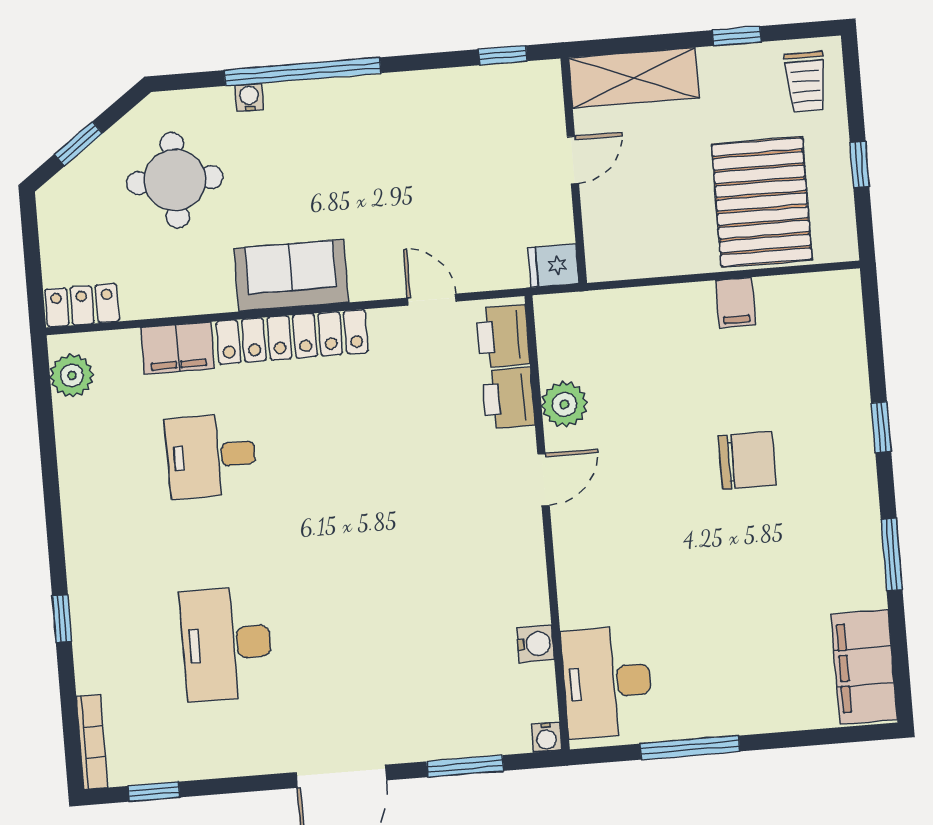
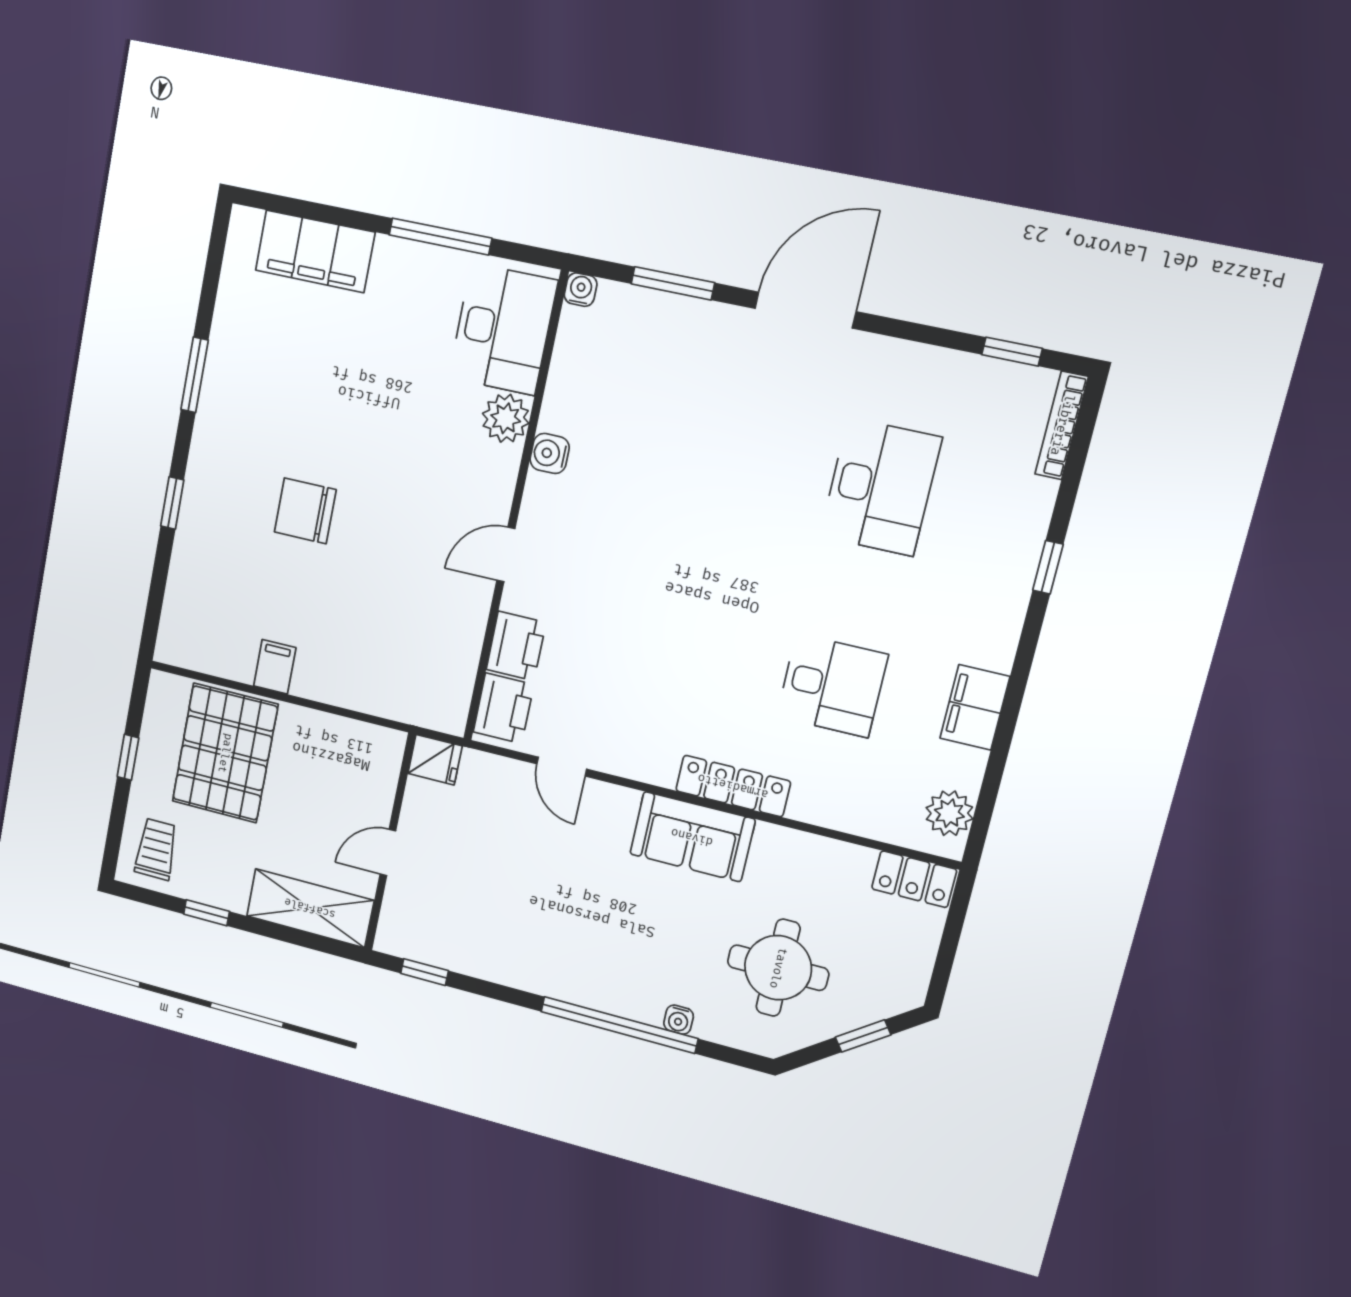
locker: (292, 337) -> (733, 786), width x0.71, depth x0.83
filing cabinet: (178, 348) -> (975, 707), moved, turned -90
plant: (564, 404) -> (506, 418), moved
water cooler: (535, 644) -> (550, 453), moved
filing cabinet: (864, 667) -> (315, 251), moved, turned 90

